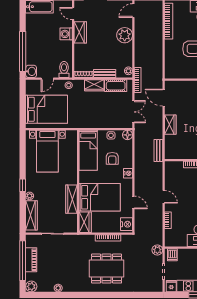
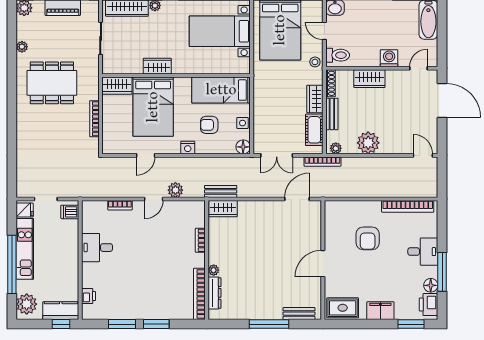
wardrobe: (80, 32) -> (369, 79), moved
plant: (125, 35) -> (368, 143), moved
wardrobe: (170, 125) -> (223, 209), moved
wardrobe: (72, 199) -> (157, 66), width x0.67
nightstand: (127, 224) -> (114, 146), removed
plant: (157, 250) -> (175, 190), moved
dining table: (107, 269) -> (52, 83), moved, turned 90

